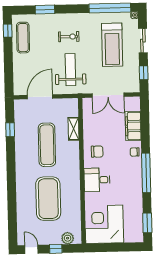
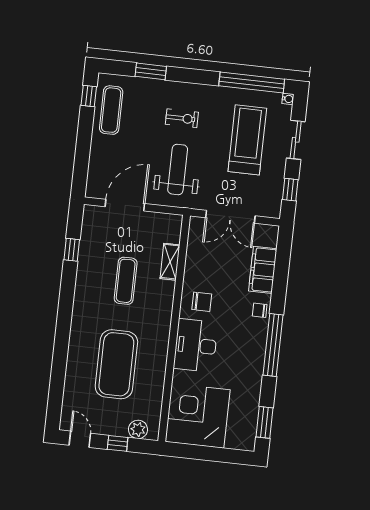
treadmill: (112, 45) -> (247, 140), turned 180
exercise mat: (47, 145) -> (126, 281), width x0.73, depth x0.69
desk: (97, 180) -> (196, 345), width x1.37

